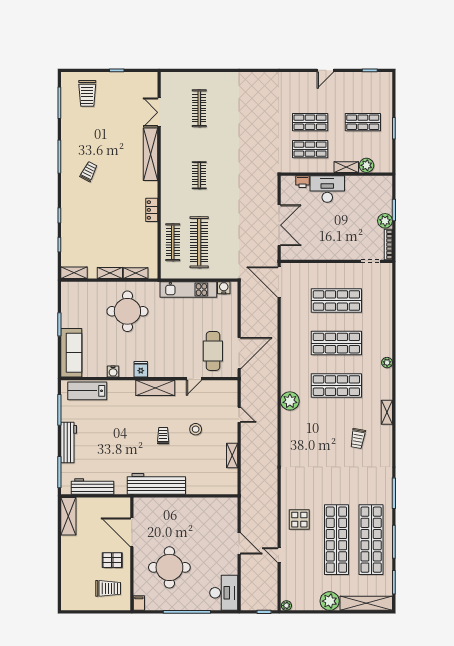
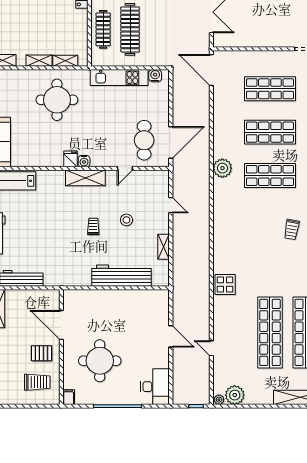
water cooler: (113, 372) -> (84, 161), moved
plant: (290, 401) -> (222, 168), moved
workbench: (156, 484) -> (121, 276), moved
display table: (299, 520) -> (225, 285), moved
plant: (330, 601) -> (235, 395), moved

